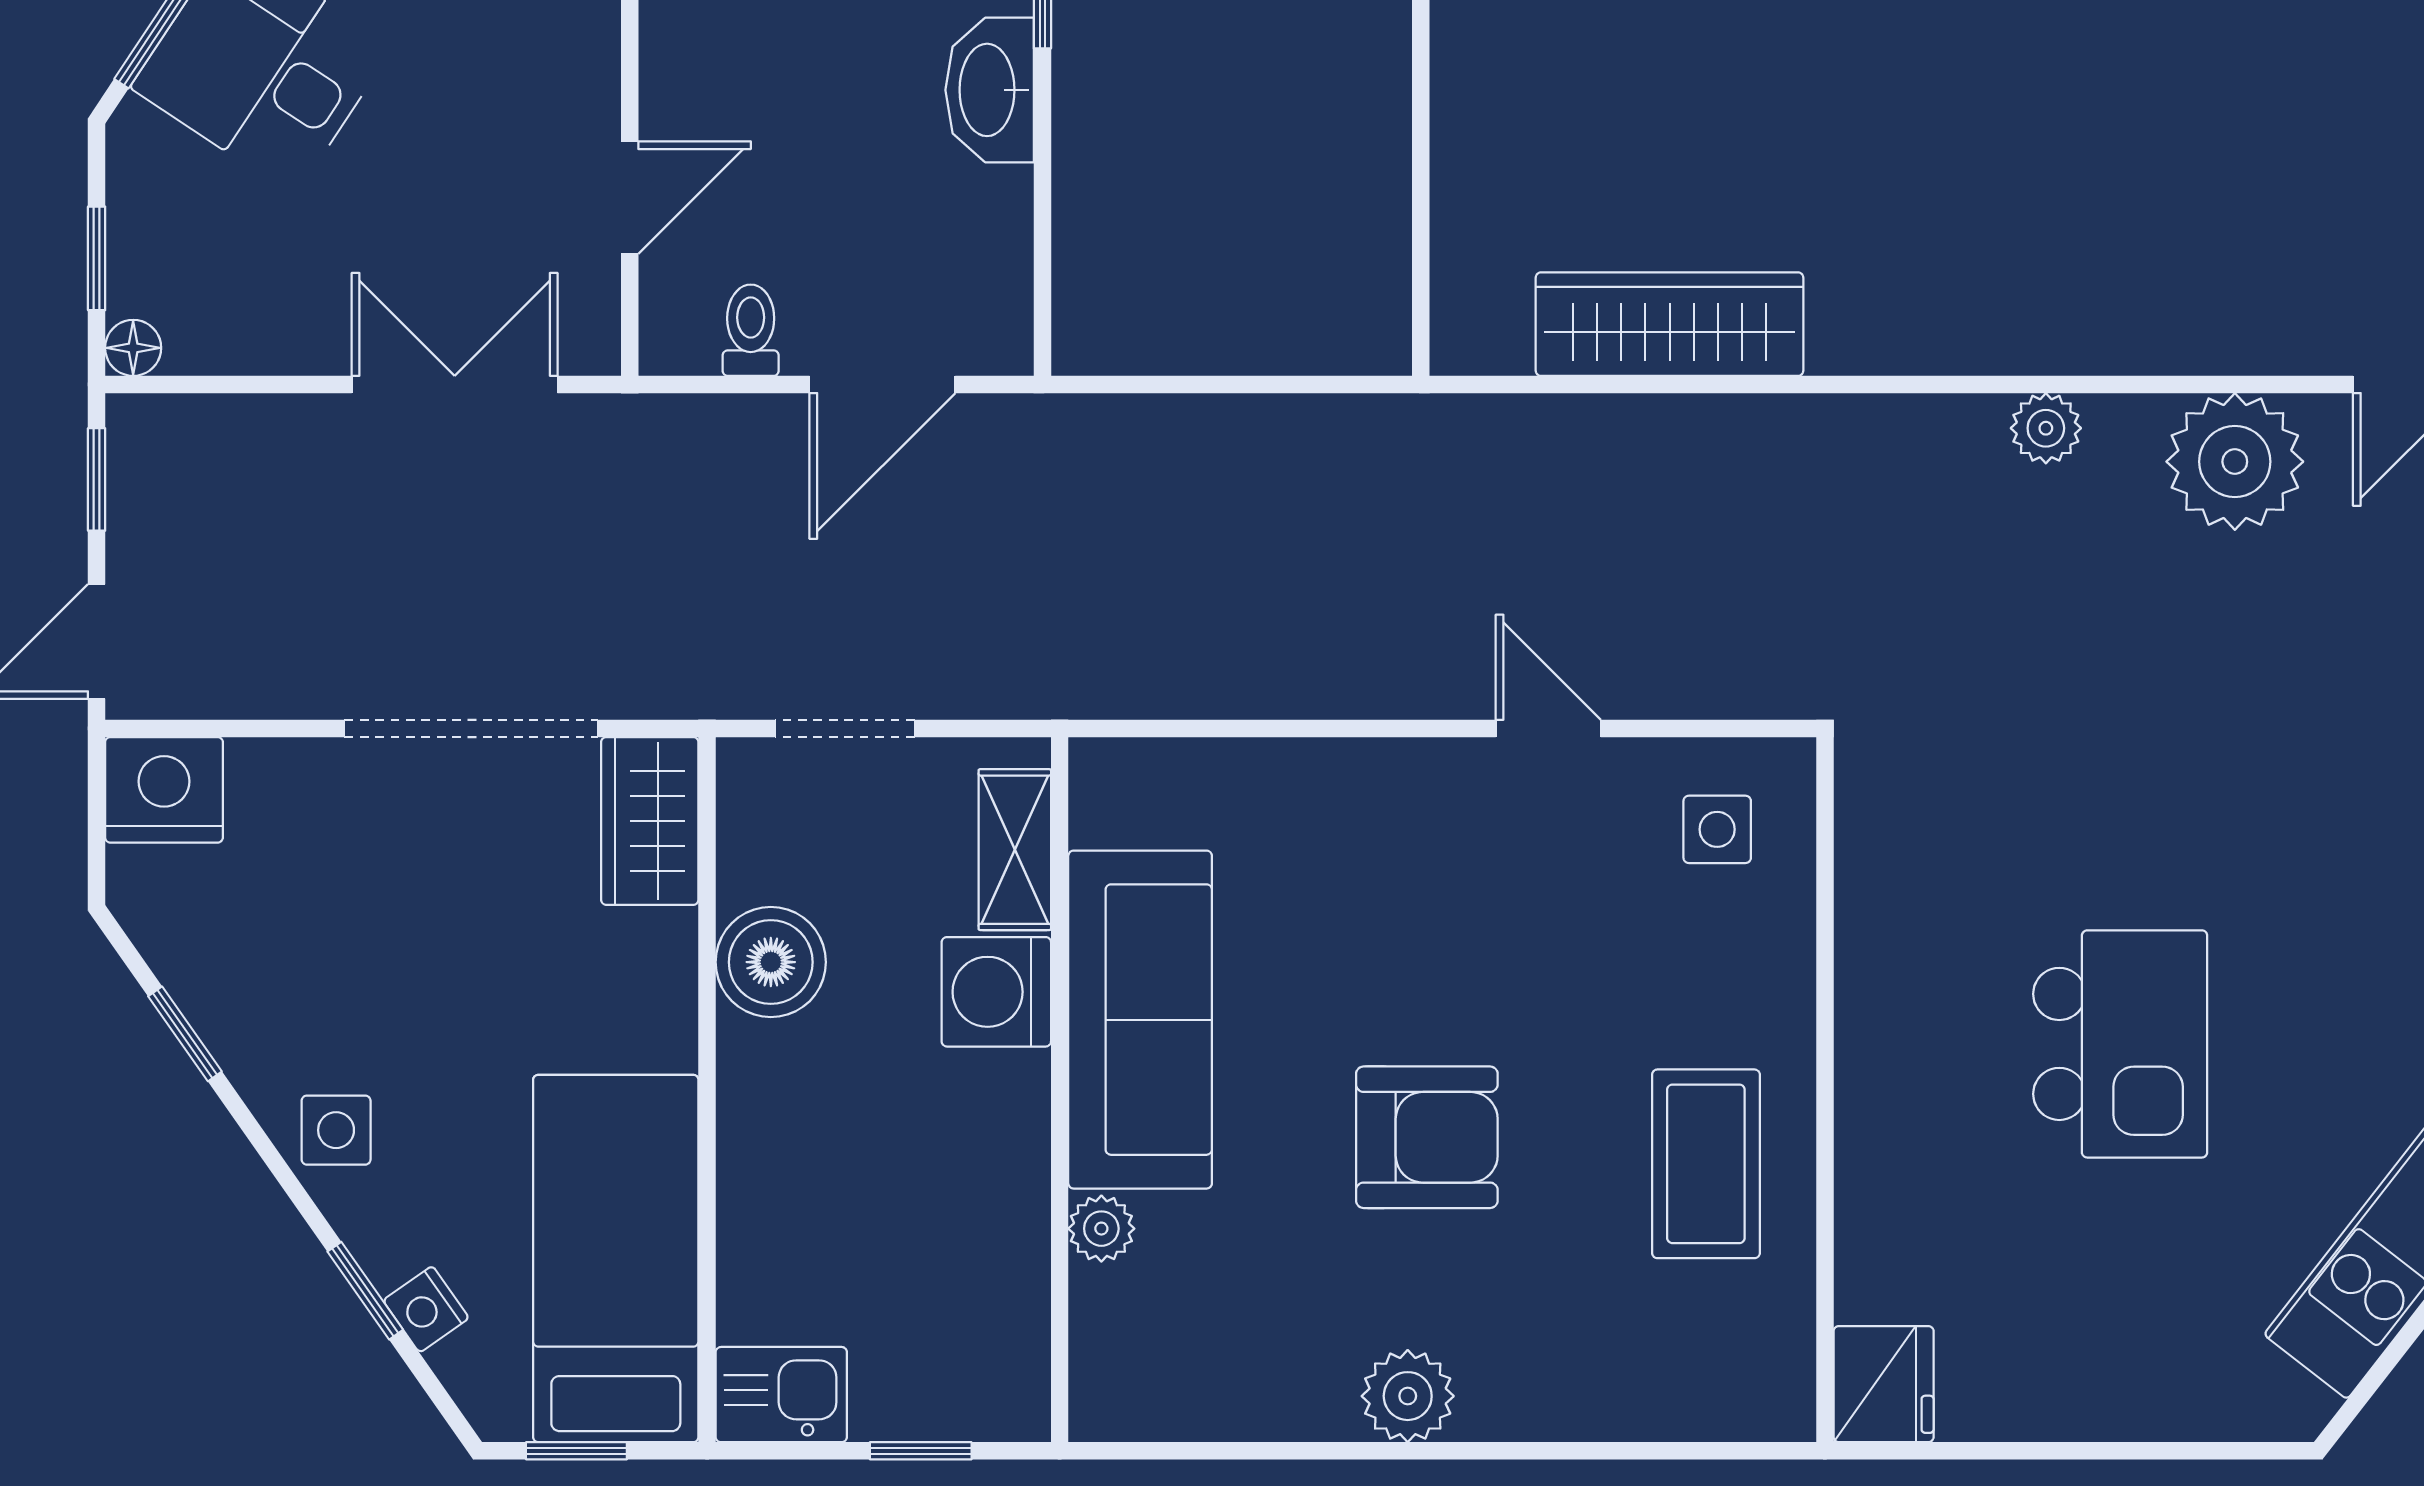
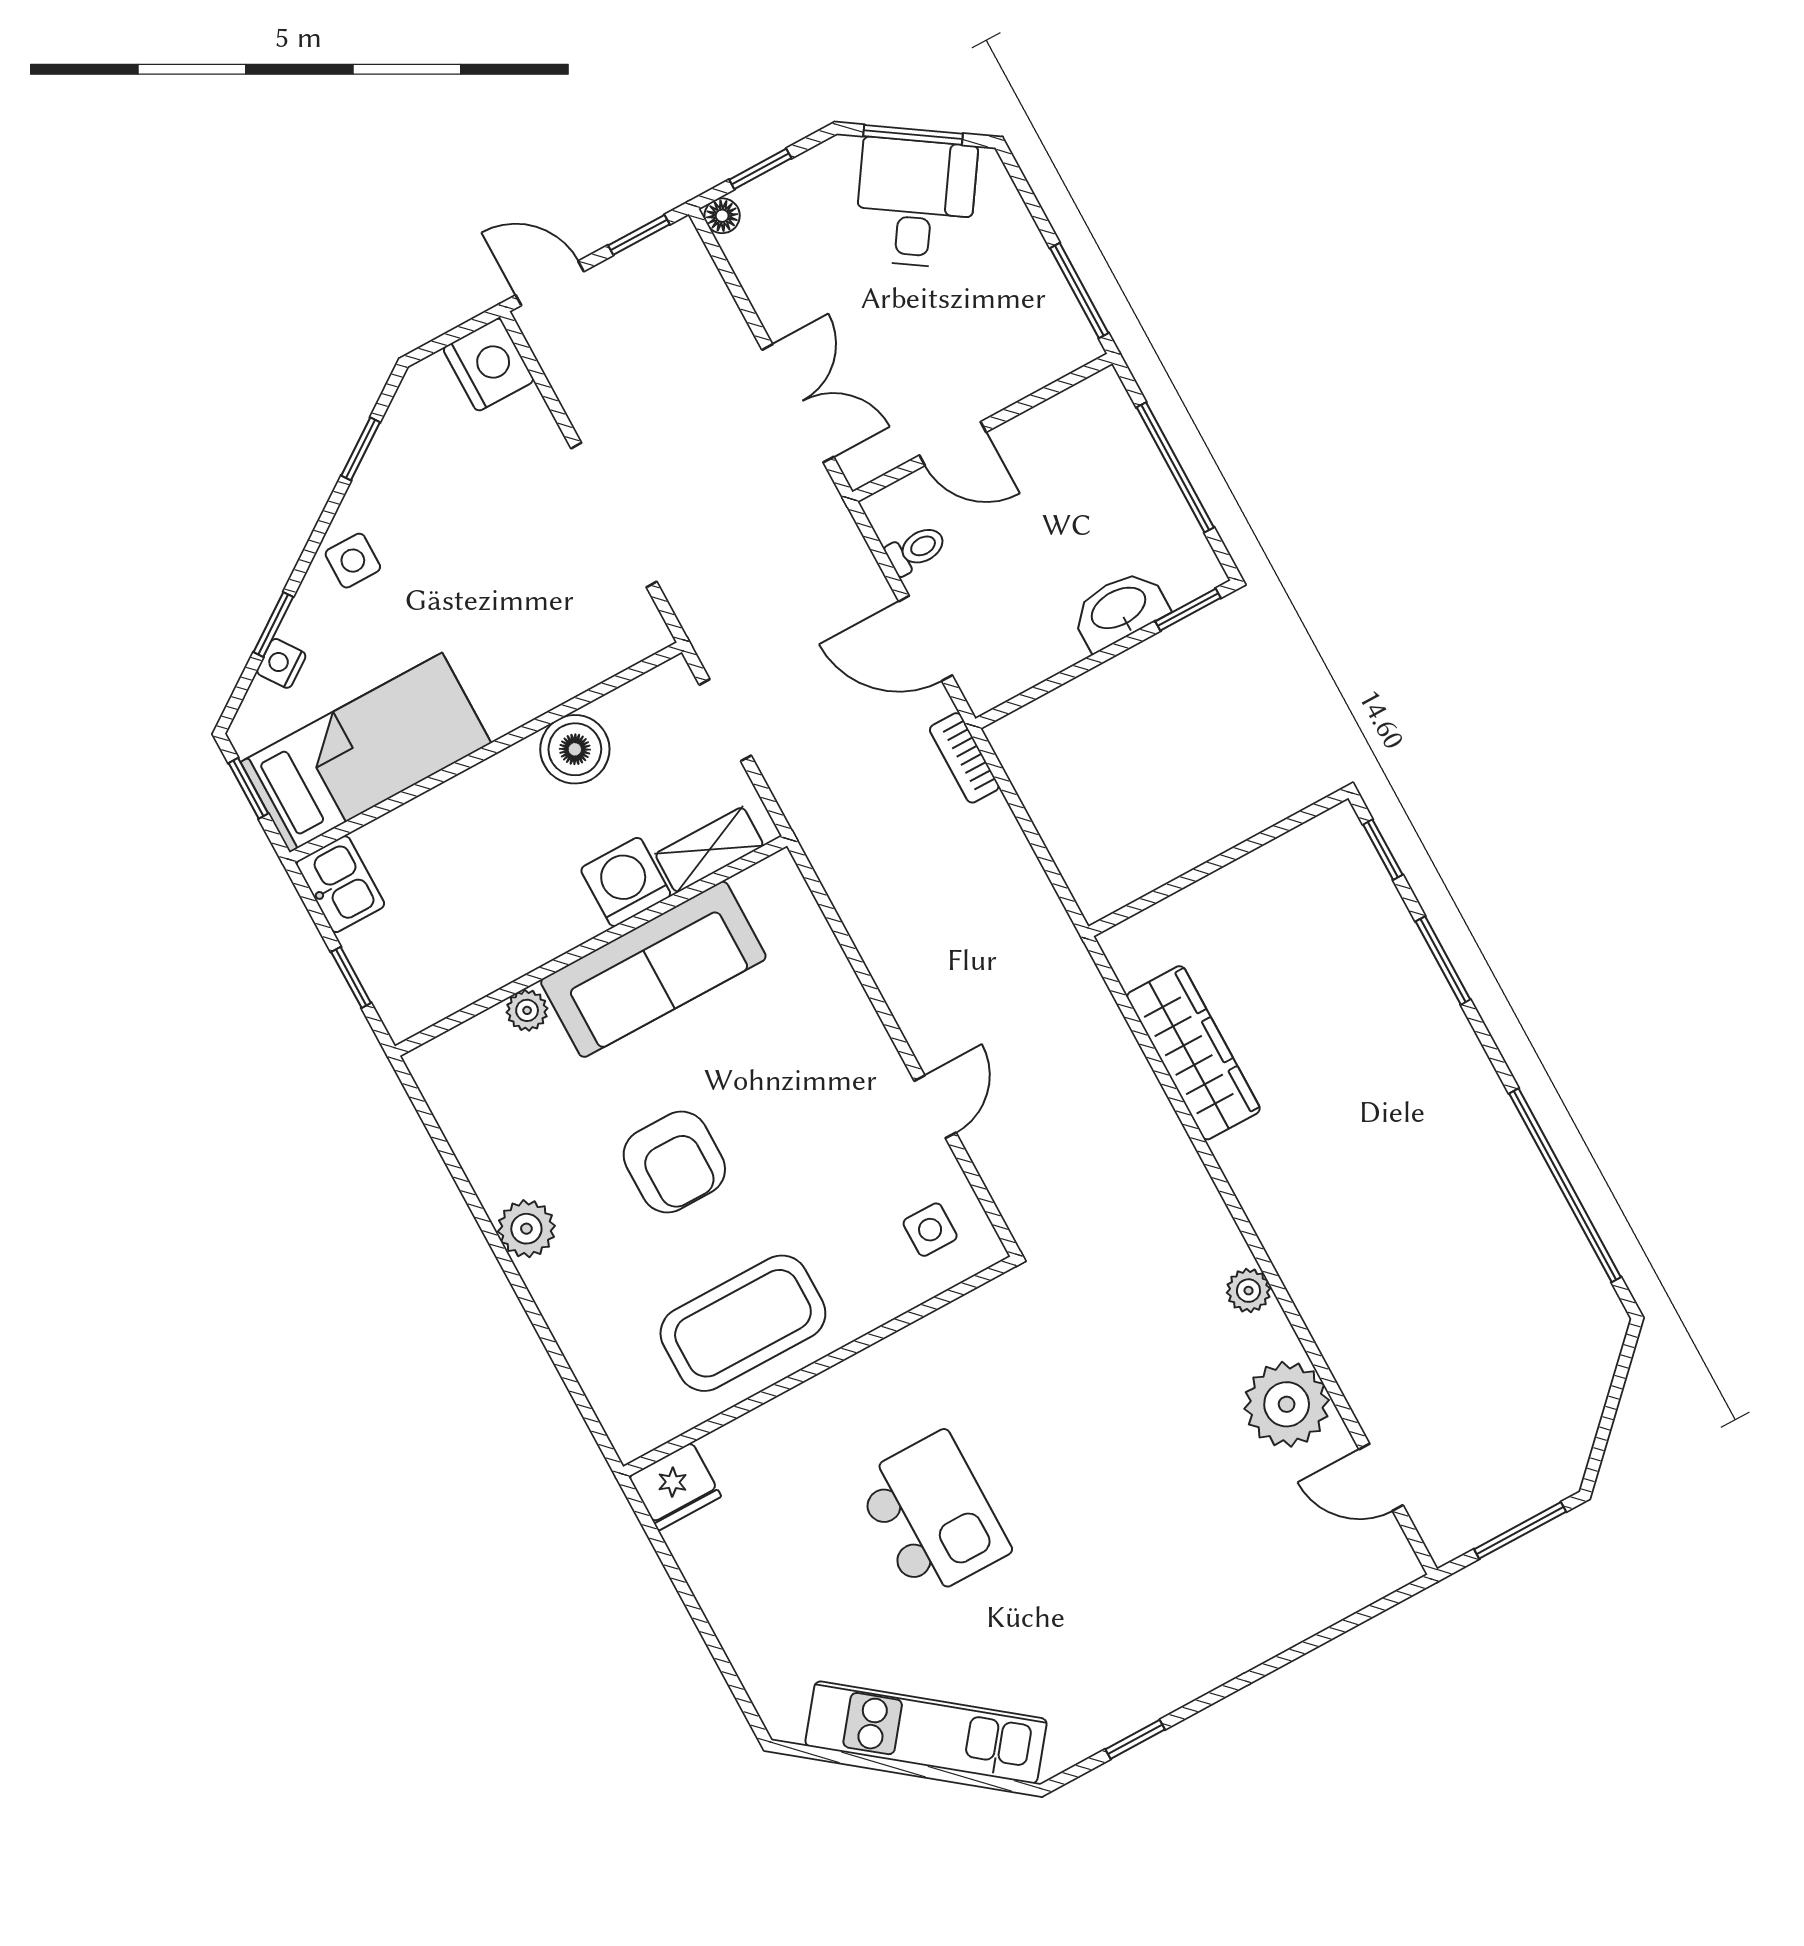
bookcase: (1080, 421) -> (964, 758), added
wardrobe: (650, 821) -> (616, 641), removed
kitchen island: (2120, 1044) -> (932, 1515), turned -90
coffee table: (1706, 1164) -> (743, 1323), width x1.36, depth x1.32

